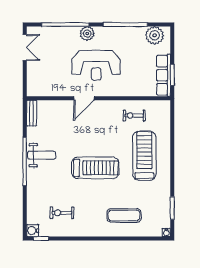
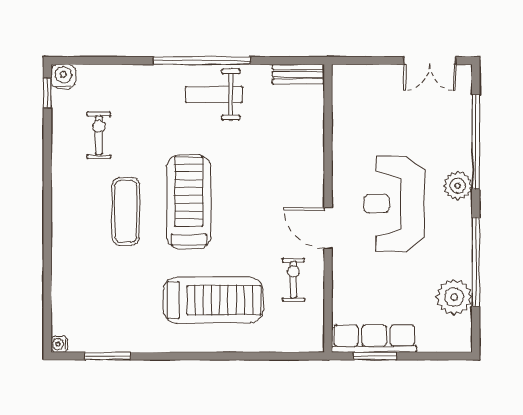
plant: (155, 35) -> (454, 297), moved
door: (84, 98) -> (328, 228), moved
weight bench: (42, 155) -> (214, 95), turned 90
treadmill: (95, 168) -> (189, 202), turned 180
exercise mat: (124, 215) -> (126, 211), moved

